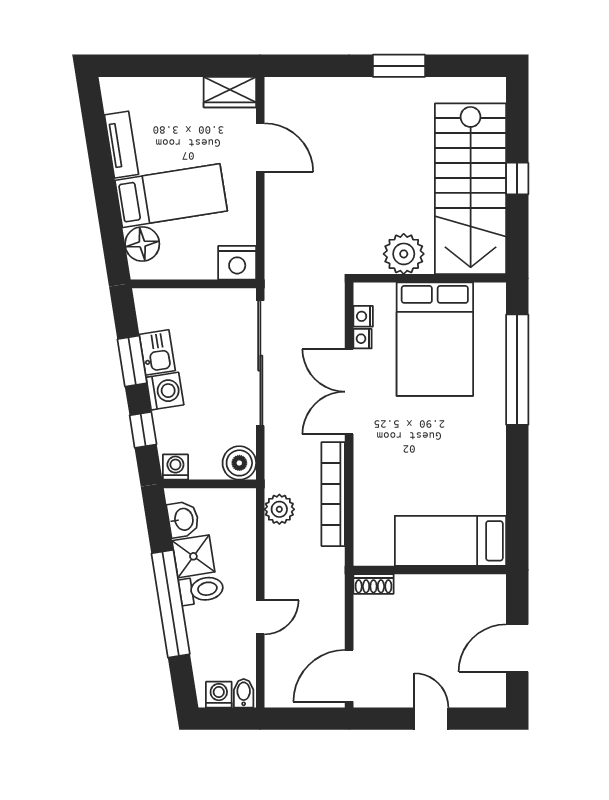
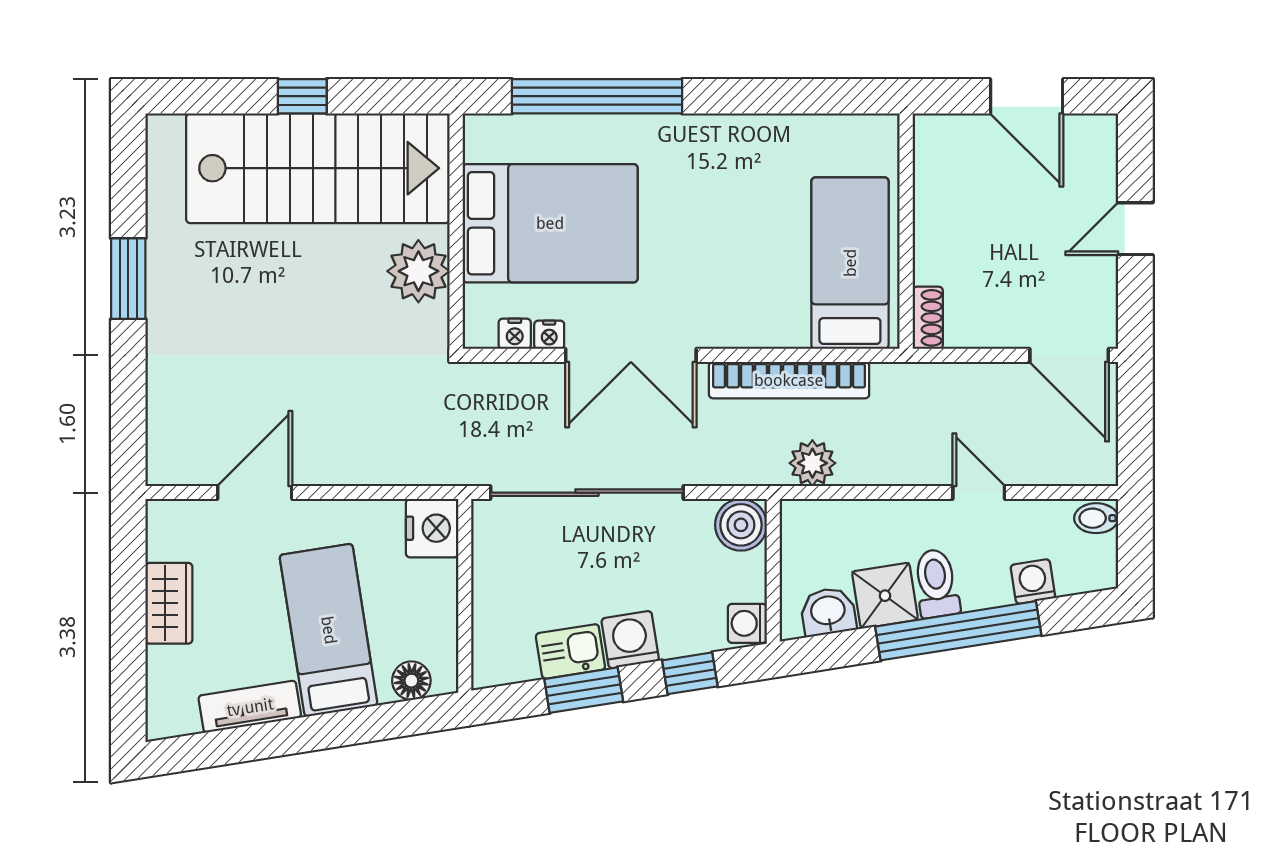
wardrobe: (230, 92) -> (169, 603), moved
floor lamp: (142, 244) -> (411, 681), width x0.73, depth x0.73
bed: (450, 541) -> (850, 263), moved, turned 180
washing machine: (219, 695) -> (1033, 582), moved, turned 81

